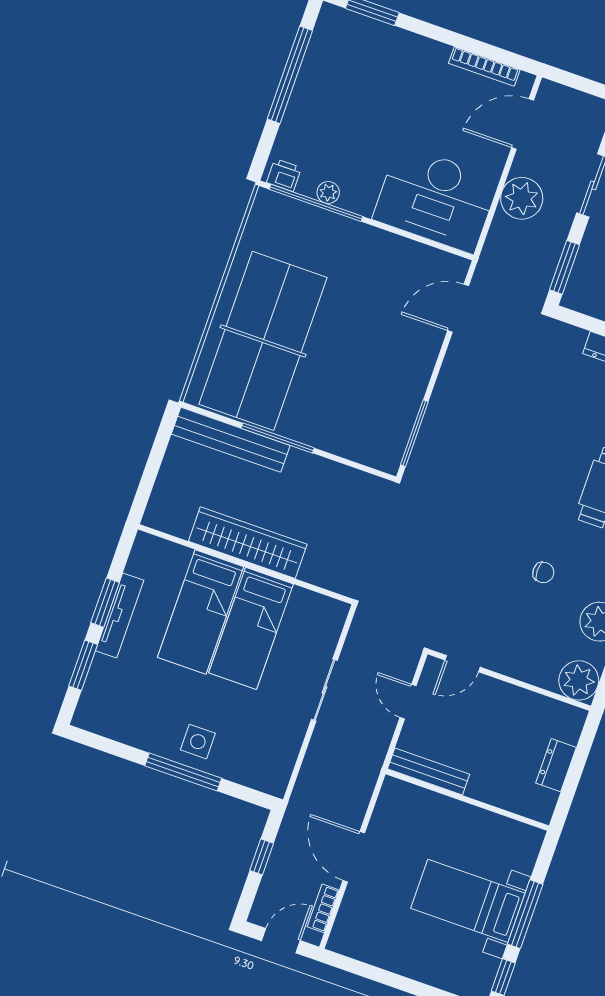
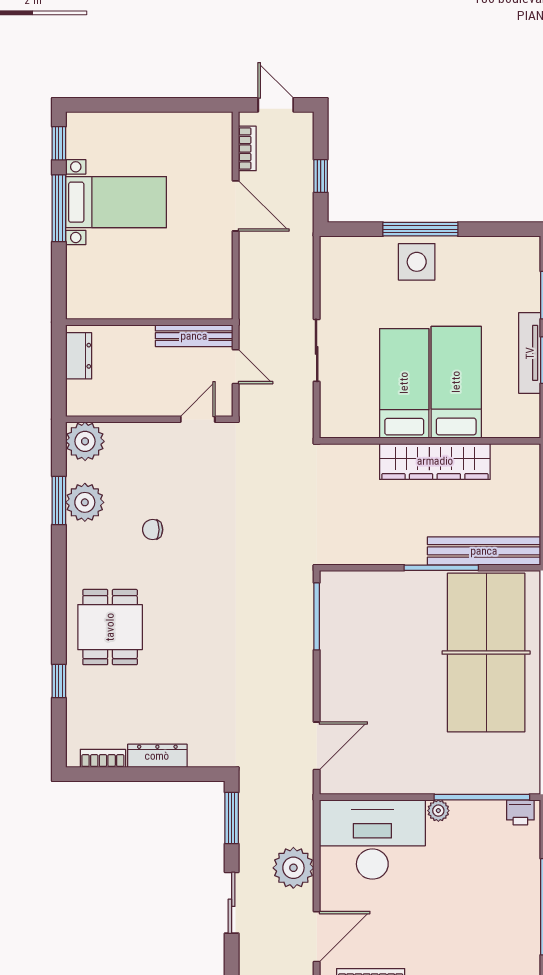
plant: (328, 192) -> (438, 811), moved
side table: (198, 742) -> (417, 262), width x1.37, depth x1.37
bench: (429, 772) -> (194, 336), moved
wall: (467, 800) -> (149, 322), moved
door: (281, 941) -> (276, 105), swing flipped

